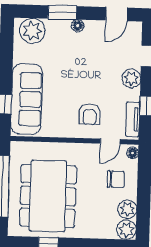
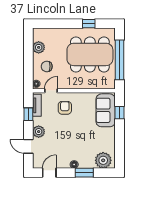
sofa: (27, 99) -> (106, 110), width x0.73
dining table: (48, 196) -> (90, 54), turned 90
plant: (126, 230) -> (39, 34), removed

